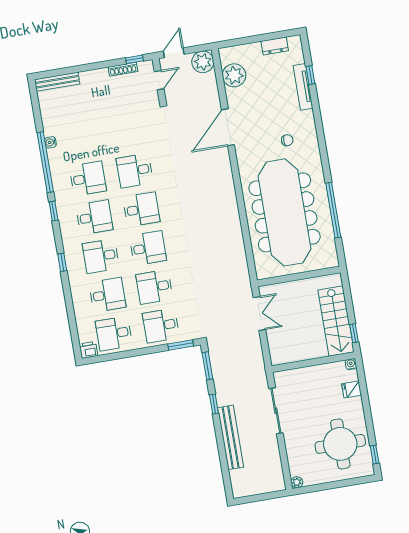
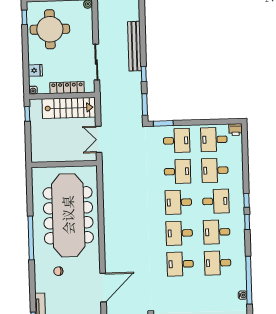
desk: (135, 171) -> (180, 264), turned 180
window: (333, 210) -> (31, 238), moved
window: (54, 211) -> (247, 222), moved
stairs: (336, 321) -> (69, 108), moved, turned 90
desk: (114, 334) -> (214, 140), turned 180
locker: (308, 373) -> (67, 88), added

